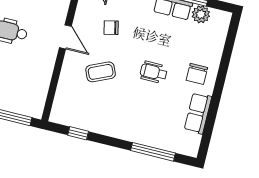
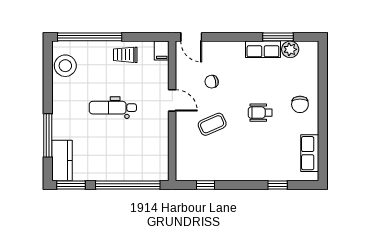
row of seats: (198, 113) -> (310, 153), moved
window: (153, 152) -> (278, 185), width x0.46

